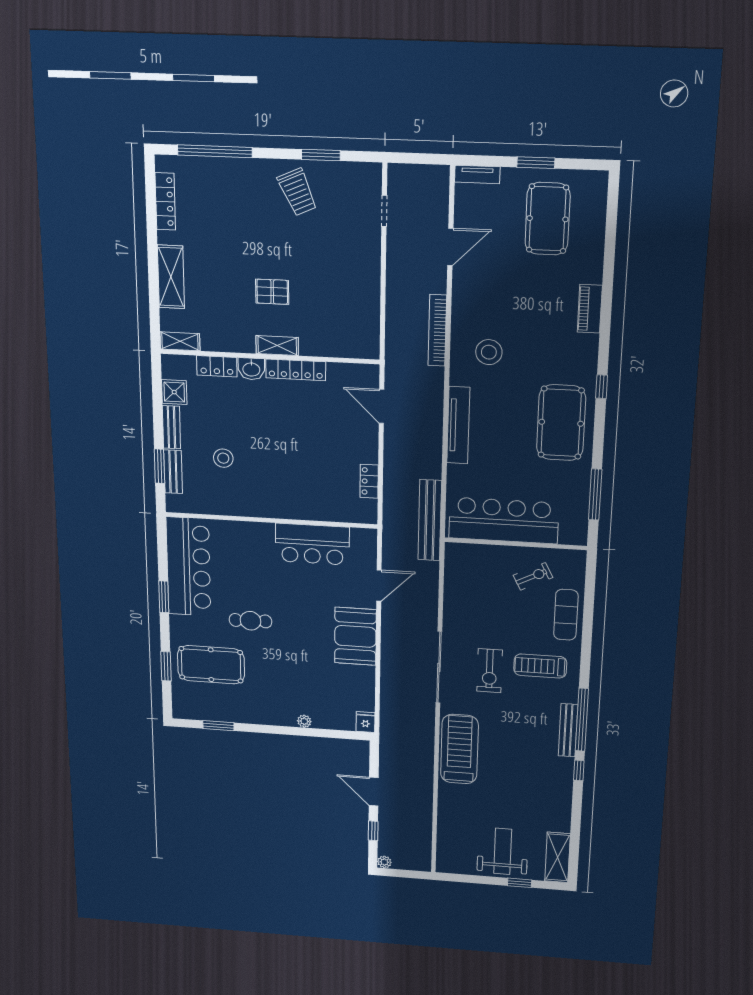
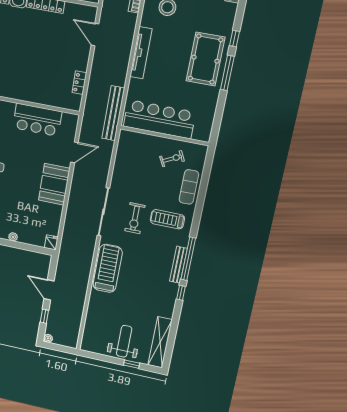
window: (595, 494) -> (227, 73), moved
shelving: (558, 857) -> (160, 342), width x1.47

